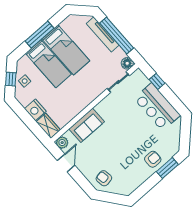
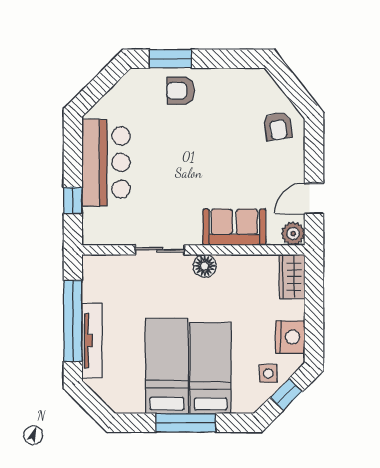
floor lamp: (127, 63) -> (205, 266), moved
sliding door: (118, 82) -> (160, 250), moved
nightstand: (35, 110) -> (290, 337), moved

